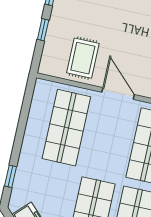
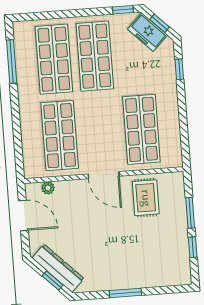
window: (43, 30) -> (190, 213), width x1.50

